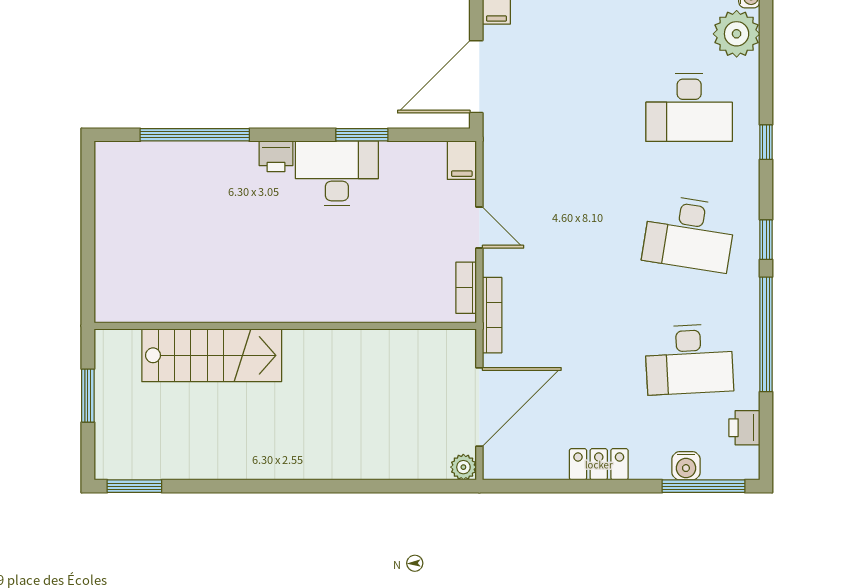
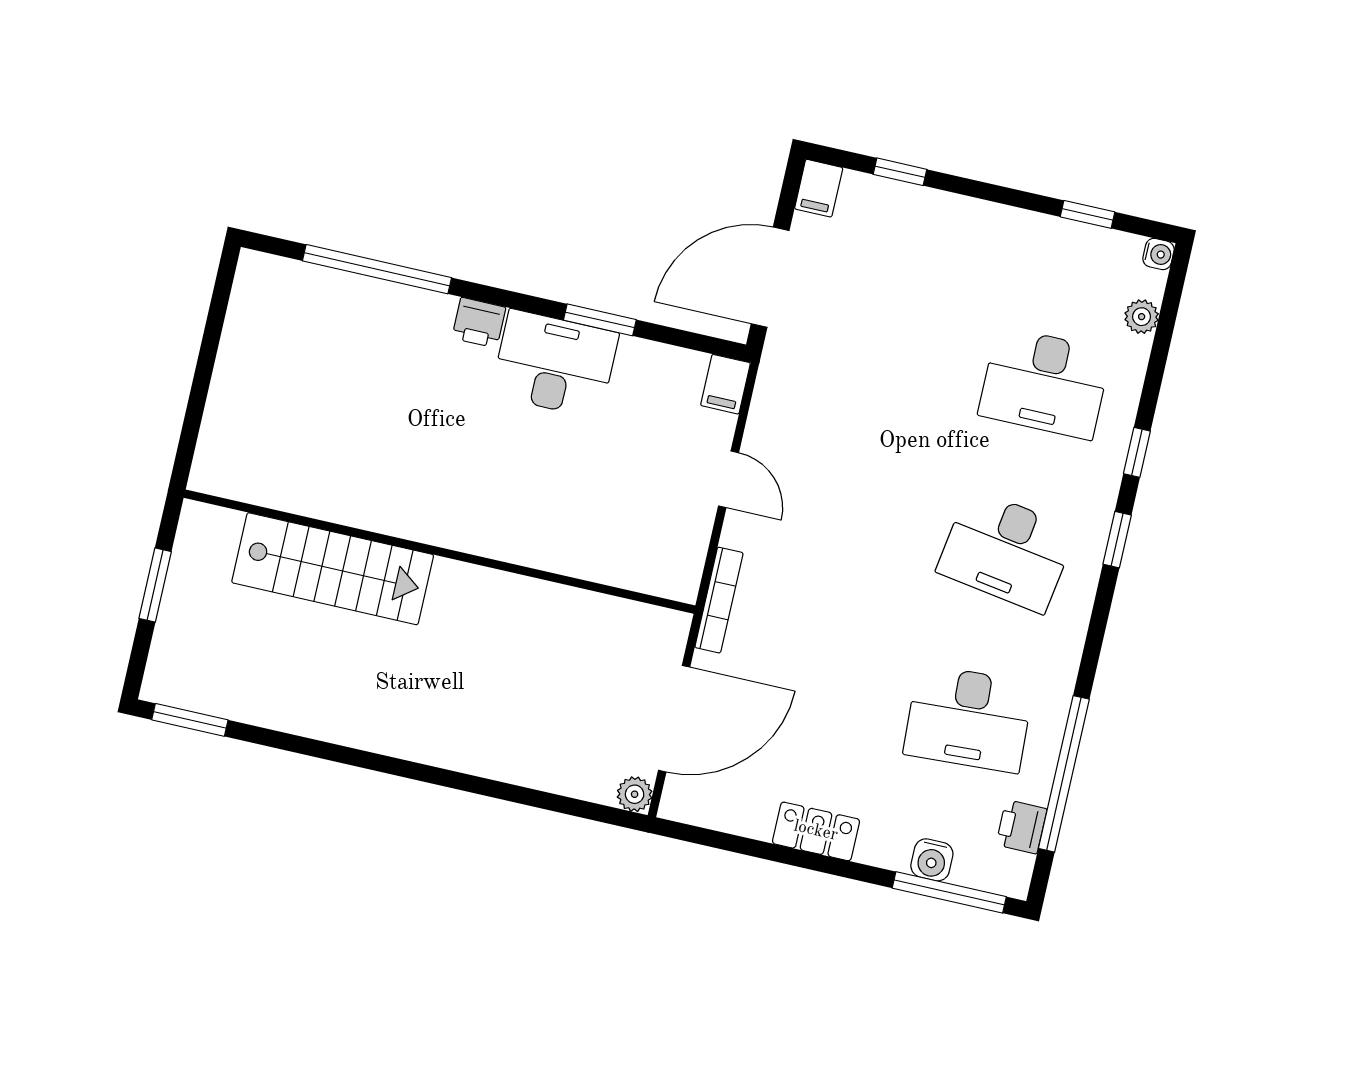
plant: (737, 34) -> (1142, 317), width x0.53, depth x0.53
window: (766, 240) -> (1117, 540), moved
bookcase: (466, 288) -> (692, 556), removed
window: (766, 334) -> (1064, 774), moved

